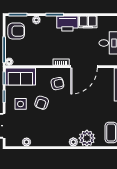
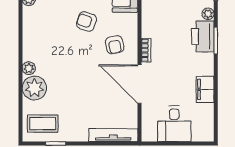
printer: (67, 24) -> (203, 36), moved

